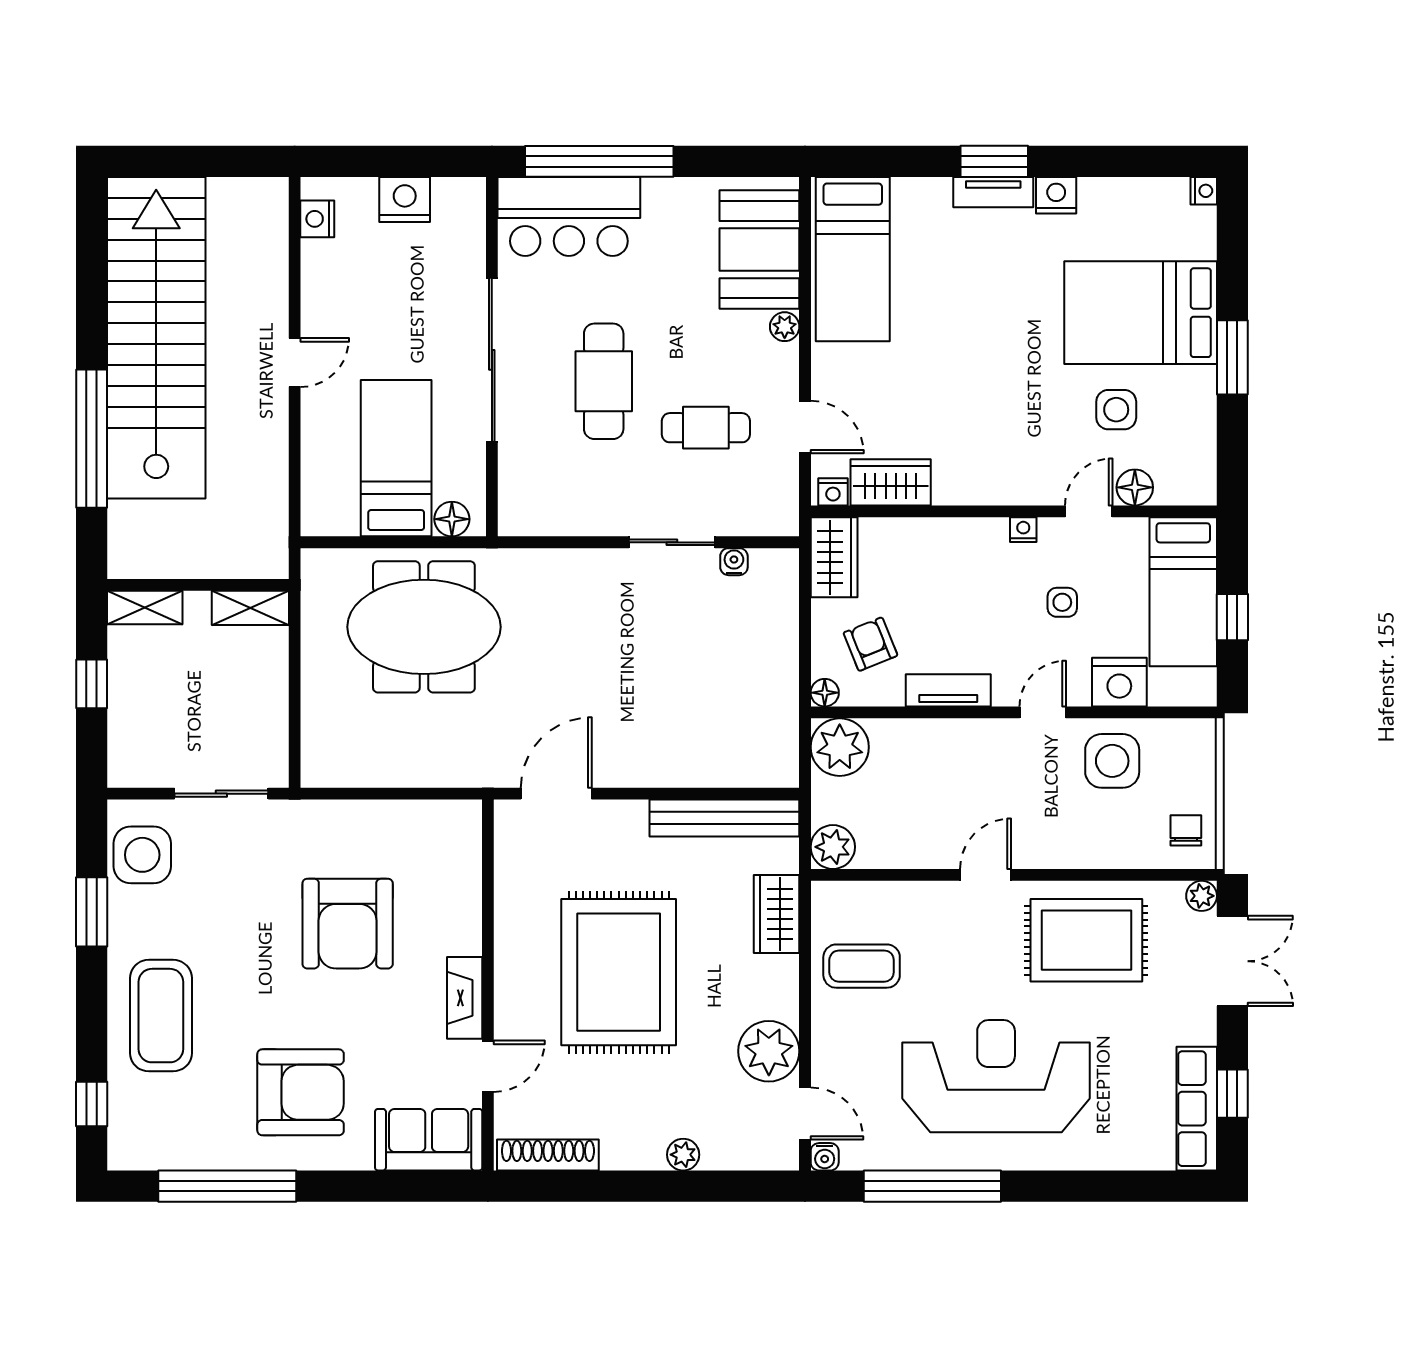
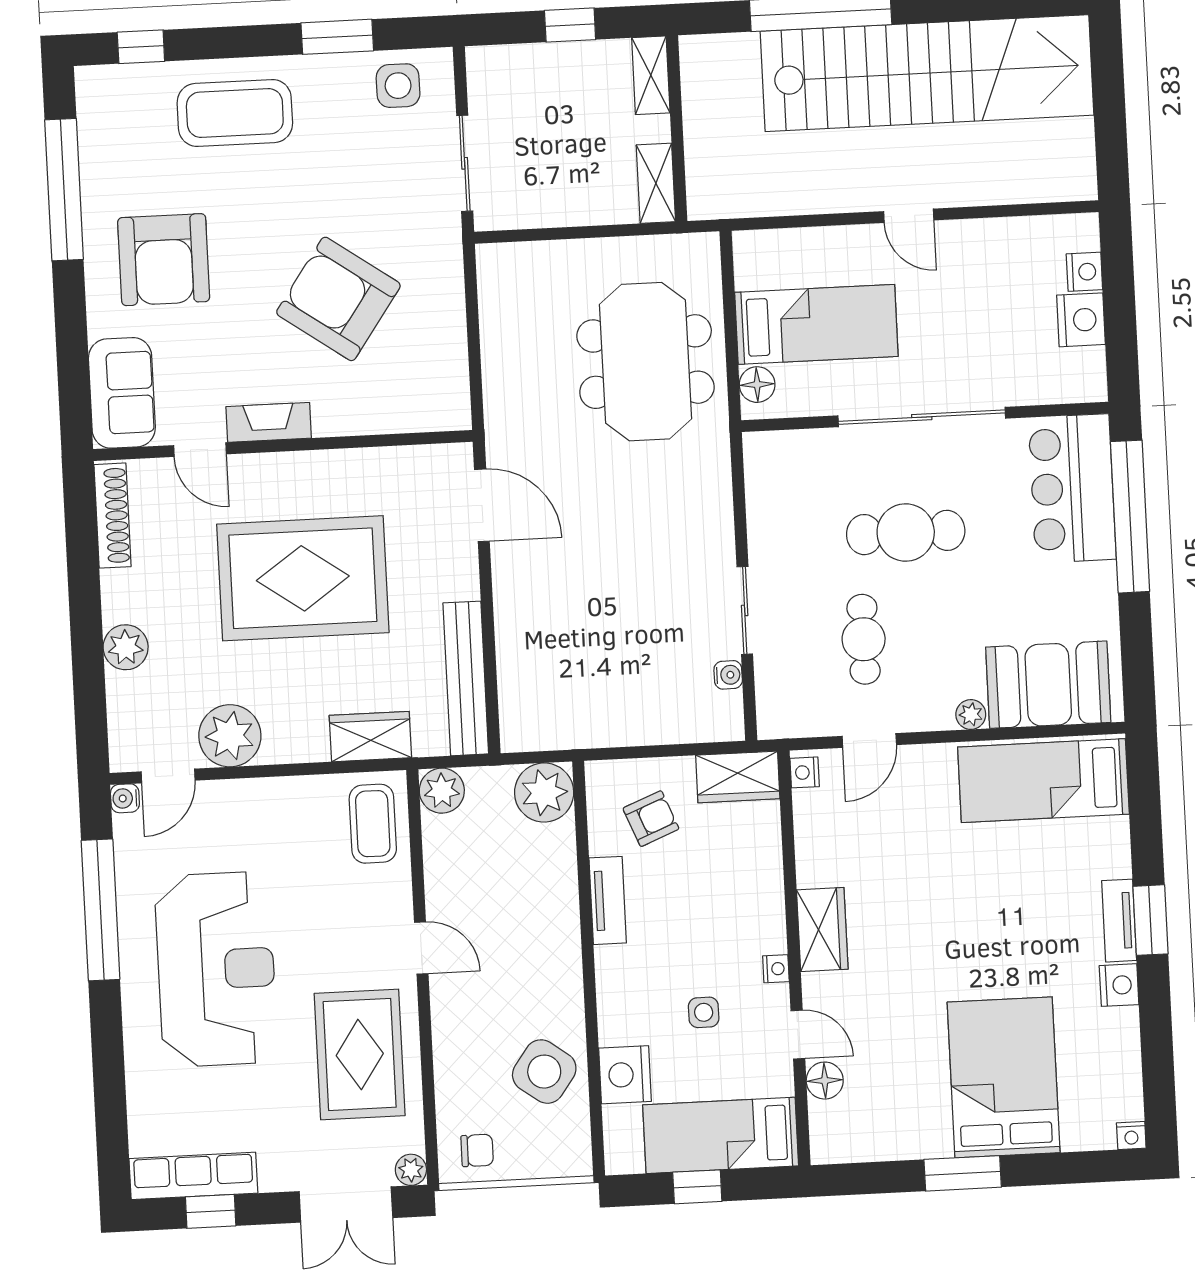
nightstand: (317, 219) -> (1084, 272), moved, turned 90
side table: (1116, 410) -> (903, 1057), removed
wardrobe: (891, 482) -> (822, 930), moved
floor lamp: (825, 693) -> (599, 774), removed
door: (1043, 712) -> (590, 998), removed
side table: (1112, 761) -> (544, 1072), turned 36
side table: (142, 855) -> (398, 86), width x0.73, depth x0.73
armchair: (348, 924) -> (338, 299), turned 35
coffee table: (862, 966) -> (373, 824), moved
plant: (683, 1155) -> (126, 647), width x1.38, depth x1.38

